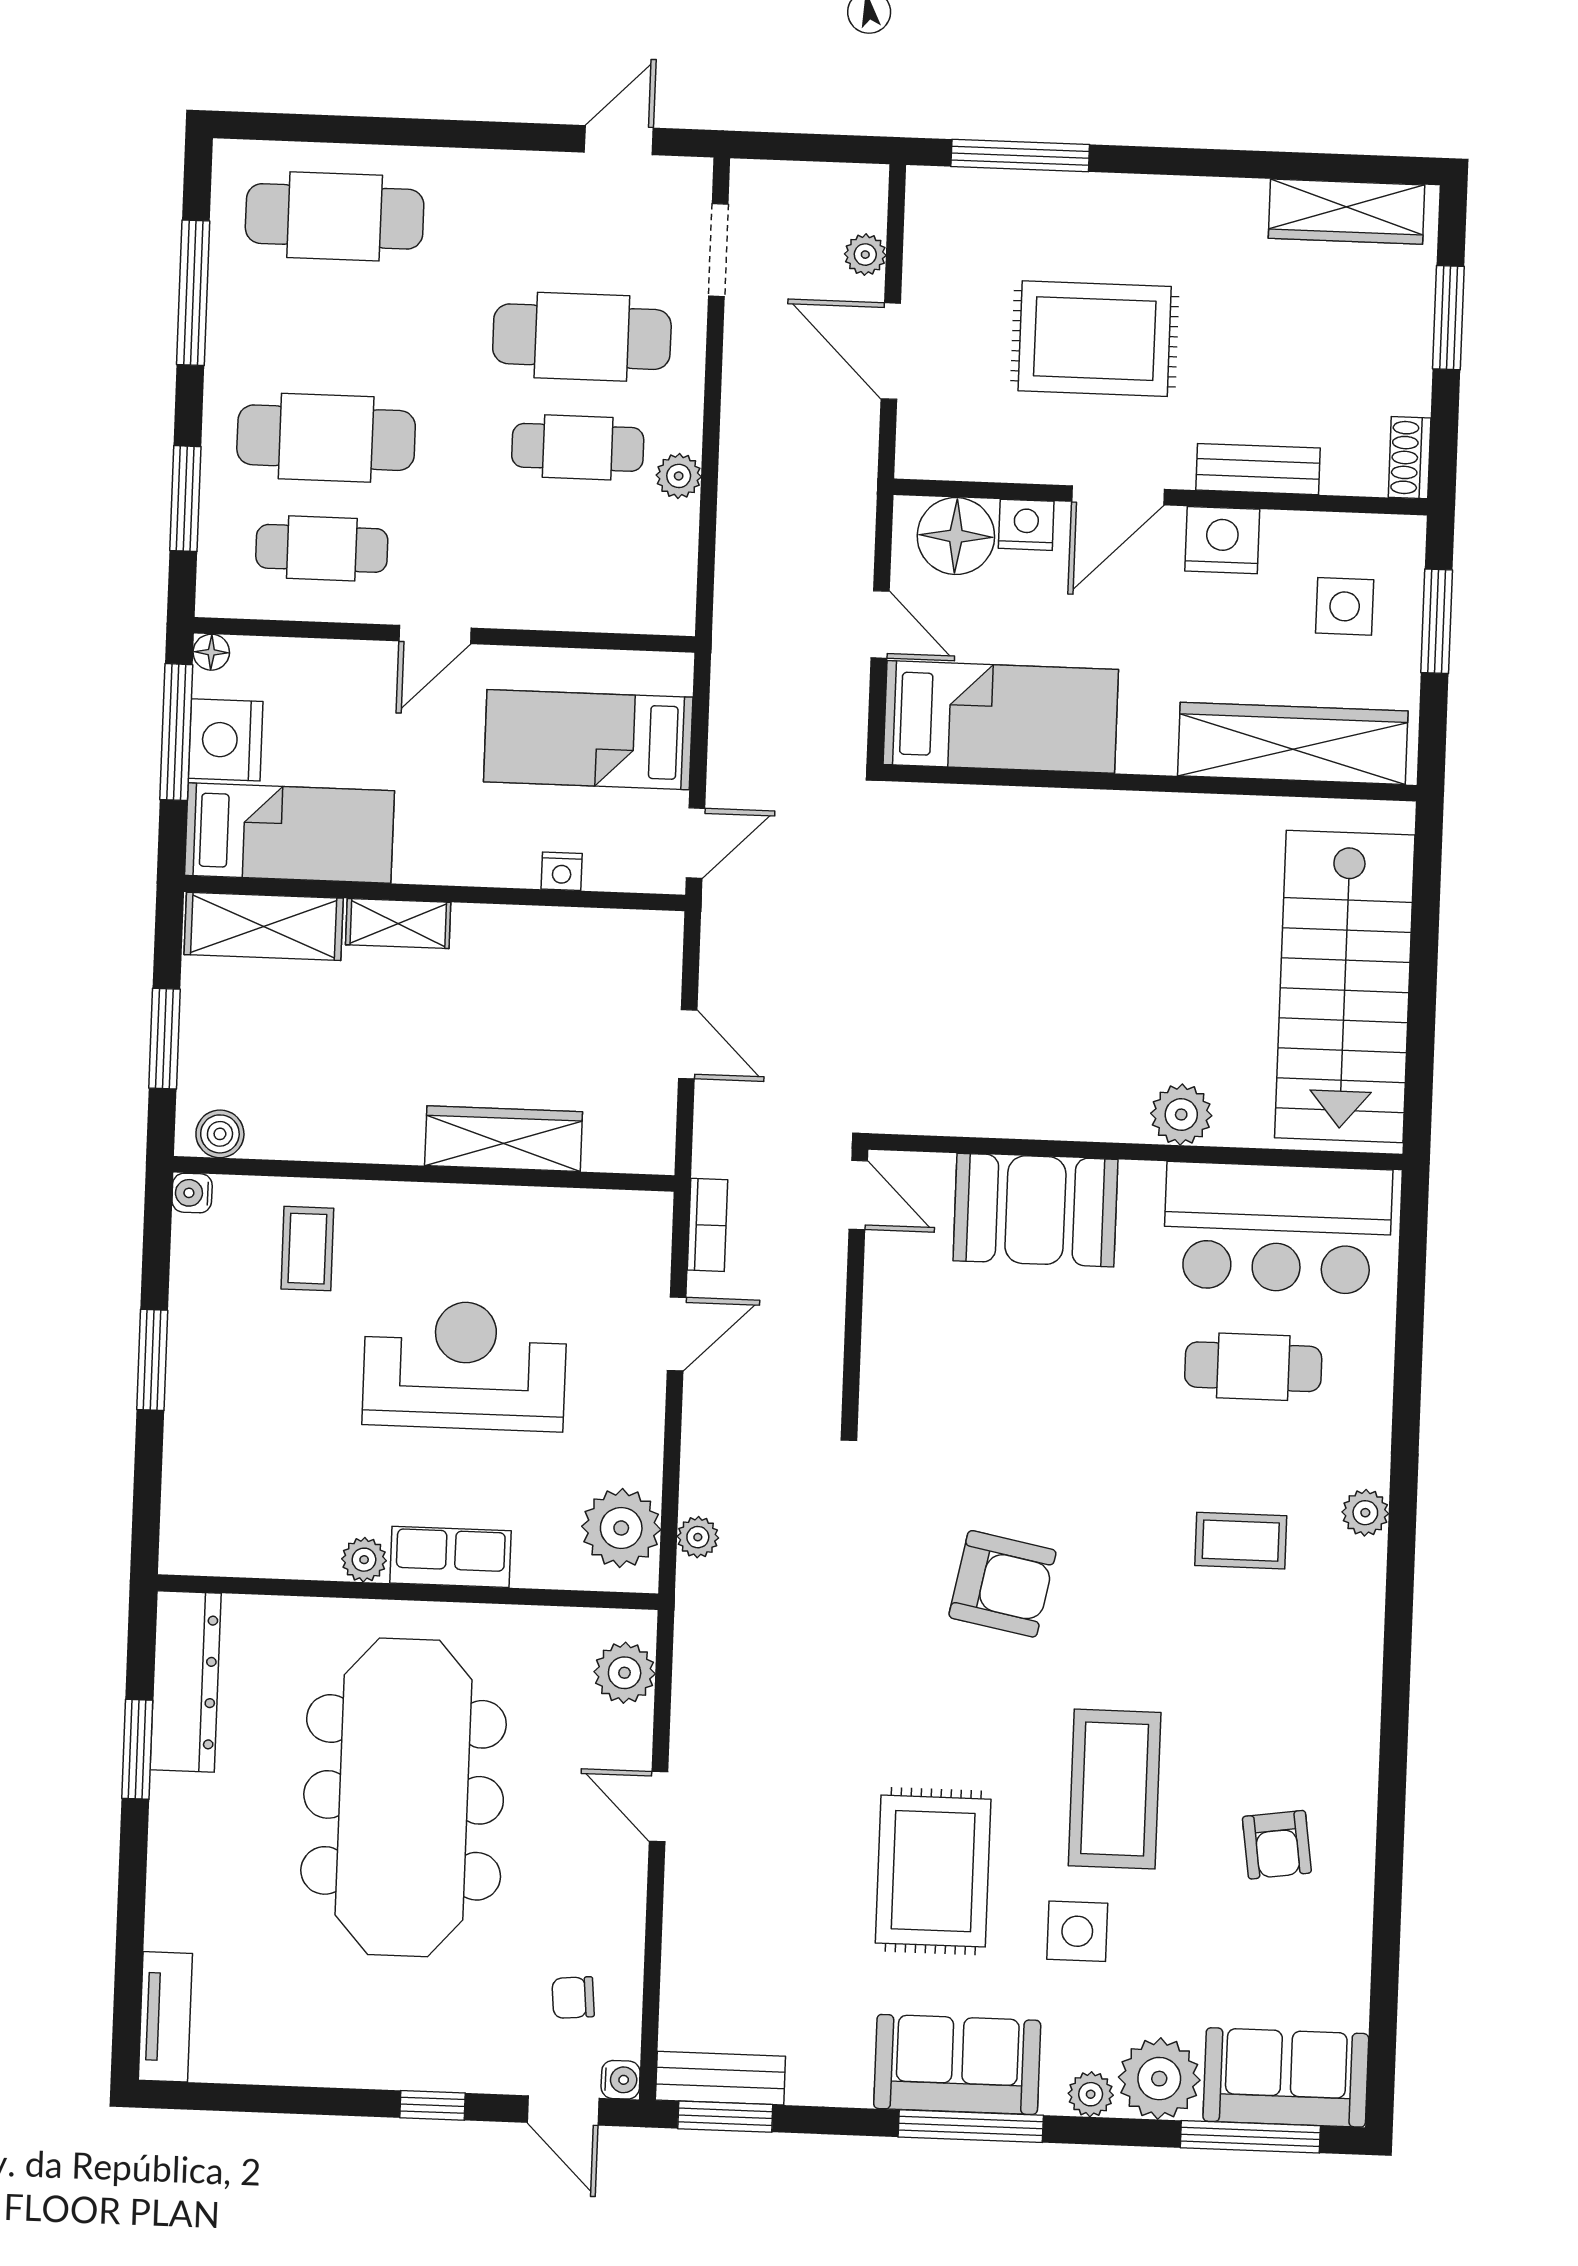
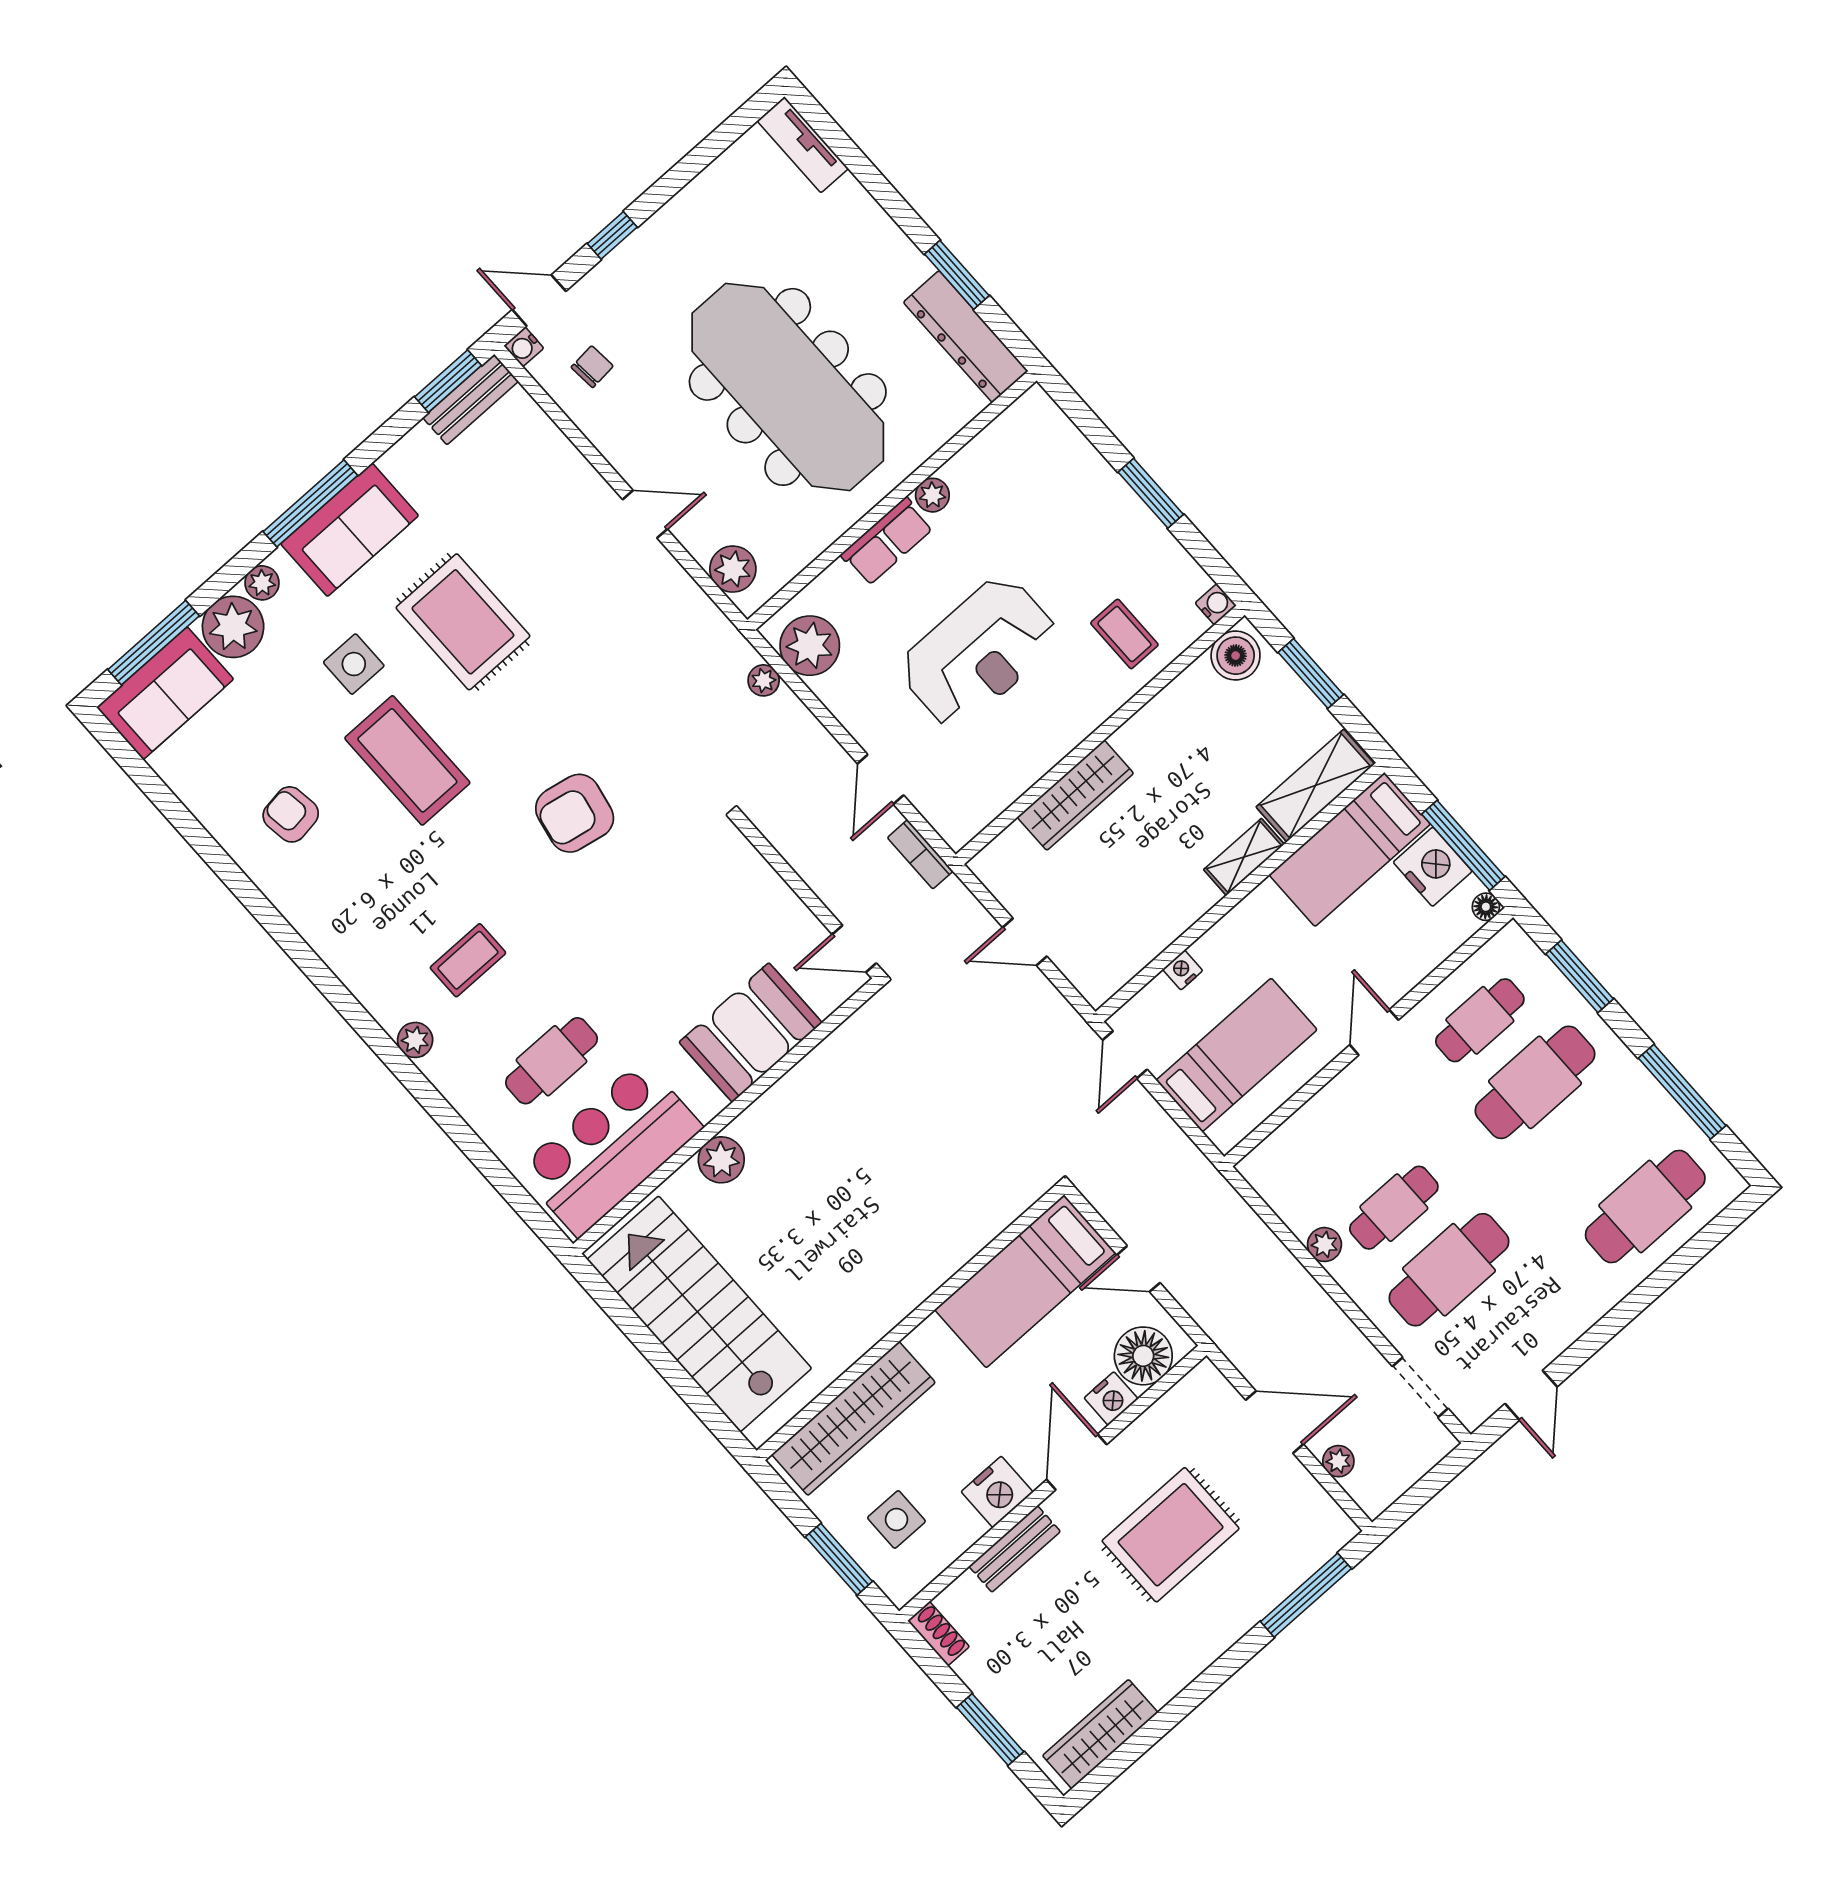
boiler: (220, 1134) -> (1236, 656), width x1.36, depth x1.36

